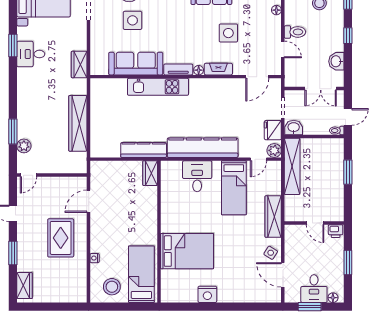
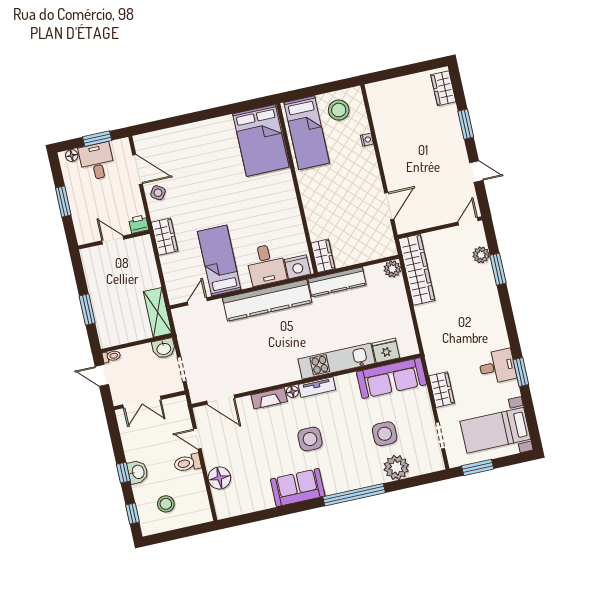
floor lamp: (276, 10) -> (219, 478), width x1.89, depth x1.89
side table: (228, 33) -> (310, 439), moved
washbasin: (336, 61) -> (138, 472), moved
wardrobe: (79, 64) -> (442, 390), moved
sofa: (136, 64) -> (392, 378), moved
door: (257, 77) -> (221, 400), swing flipped
double door: (321, 89) -> (142, 402), swing flipped
door: (348, 117) -> (102, 375), hinge flipped
wardrobe: (78, 123) -> (417, 270), moved
fridge: (273, 130) -> (386, 350), moved, turned -90
plant: (274, 150) -> (392, 269), moved
shelving: (292, 166) -> (158, 312), width x0.68
wardrobe: (273, 217) -> (165, 237), width x0.67
printer: (336, 231) -> (139, 224), moved
rug: (61, 238) -> (413, 155), removed
bed: (187, 251) -> (261, 140), moved, turned -90
nightstand: (207, 294) -> (297, 267), moved, turned 180

